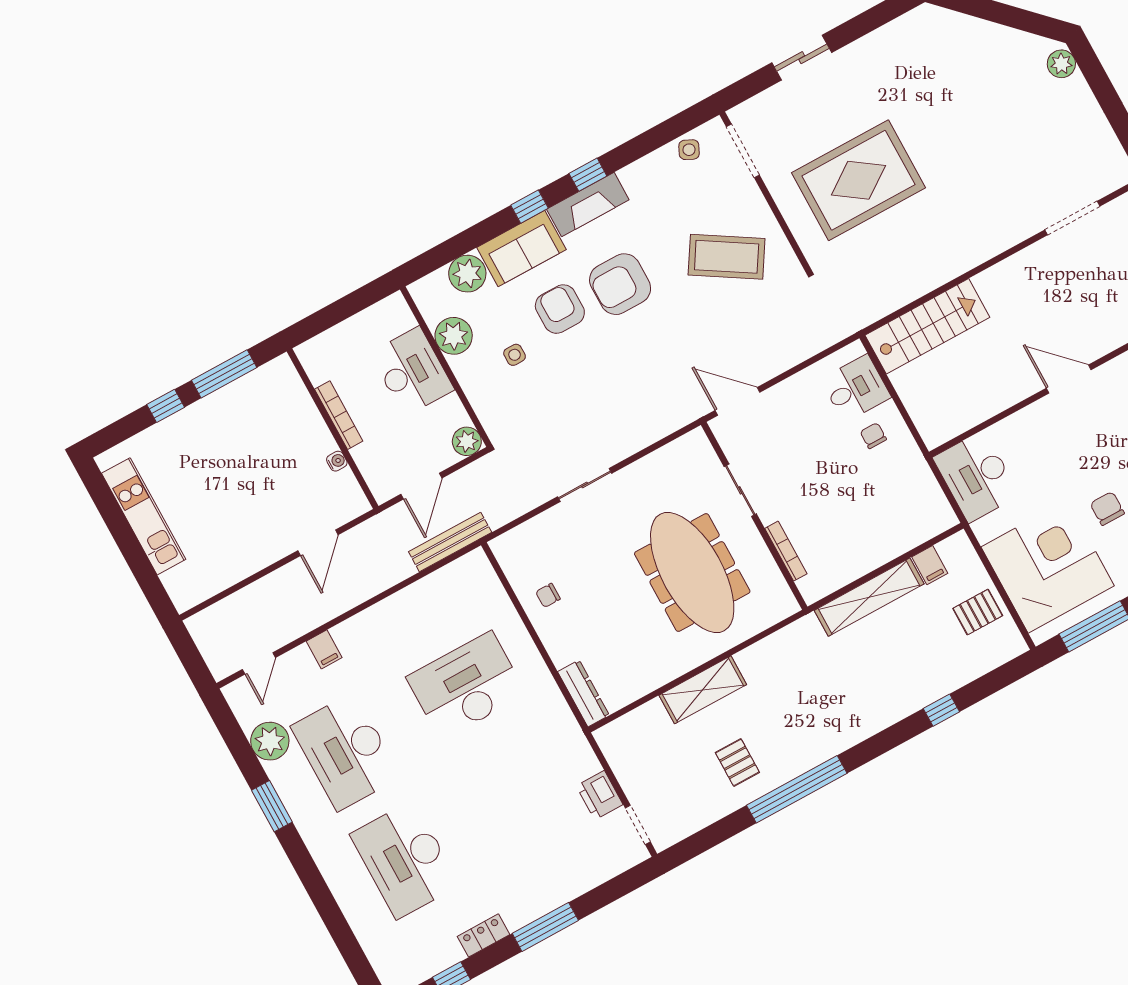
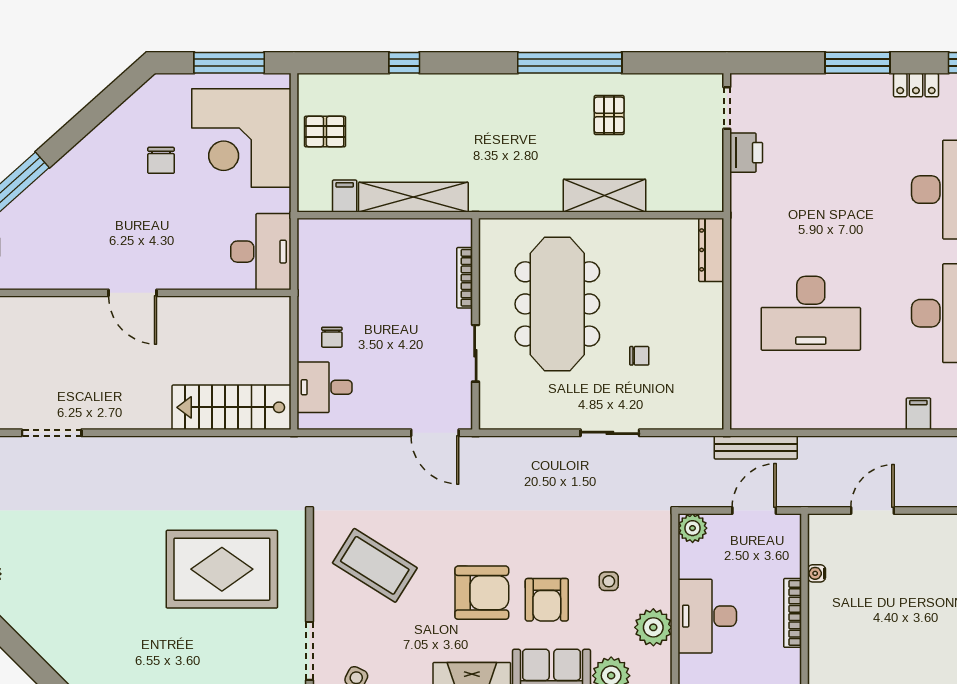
chair: (548, 595) -> (639, 356), moved

